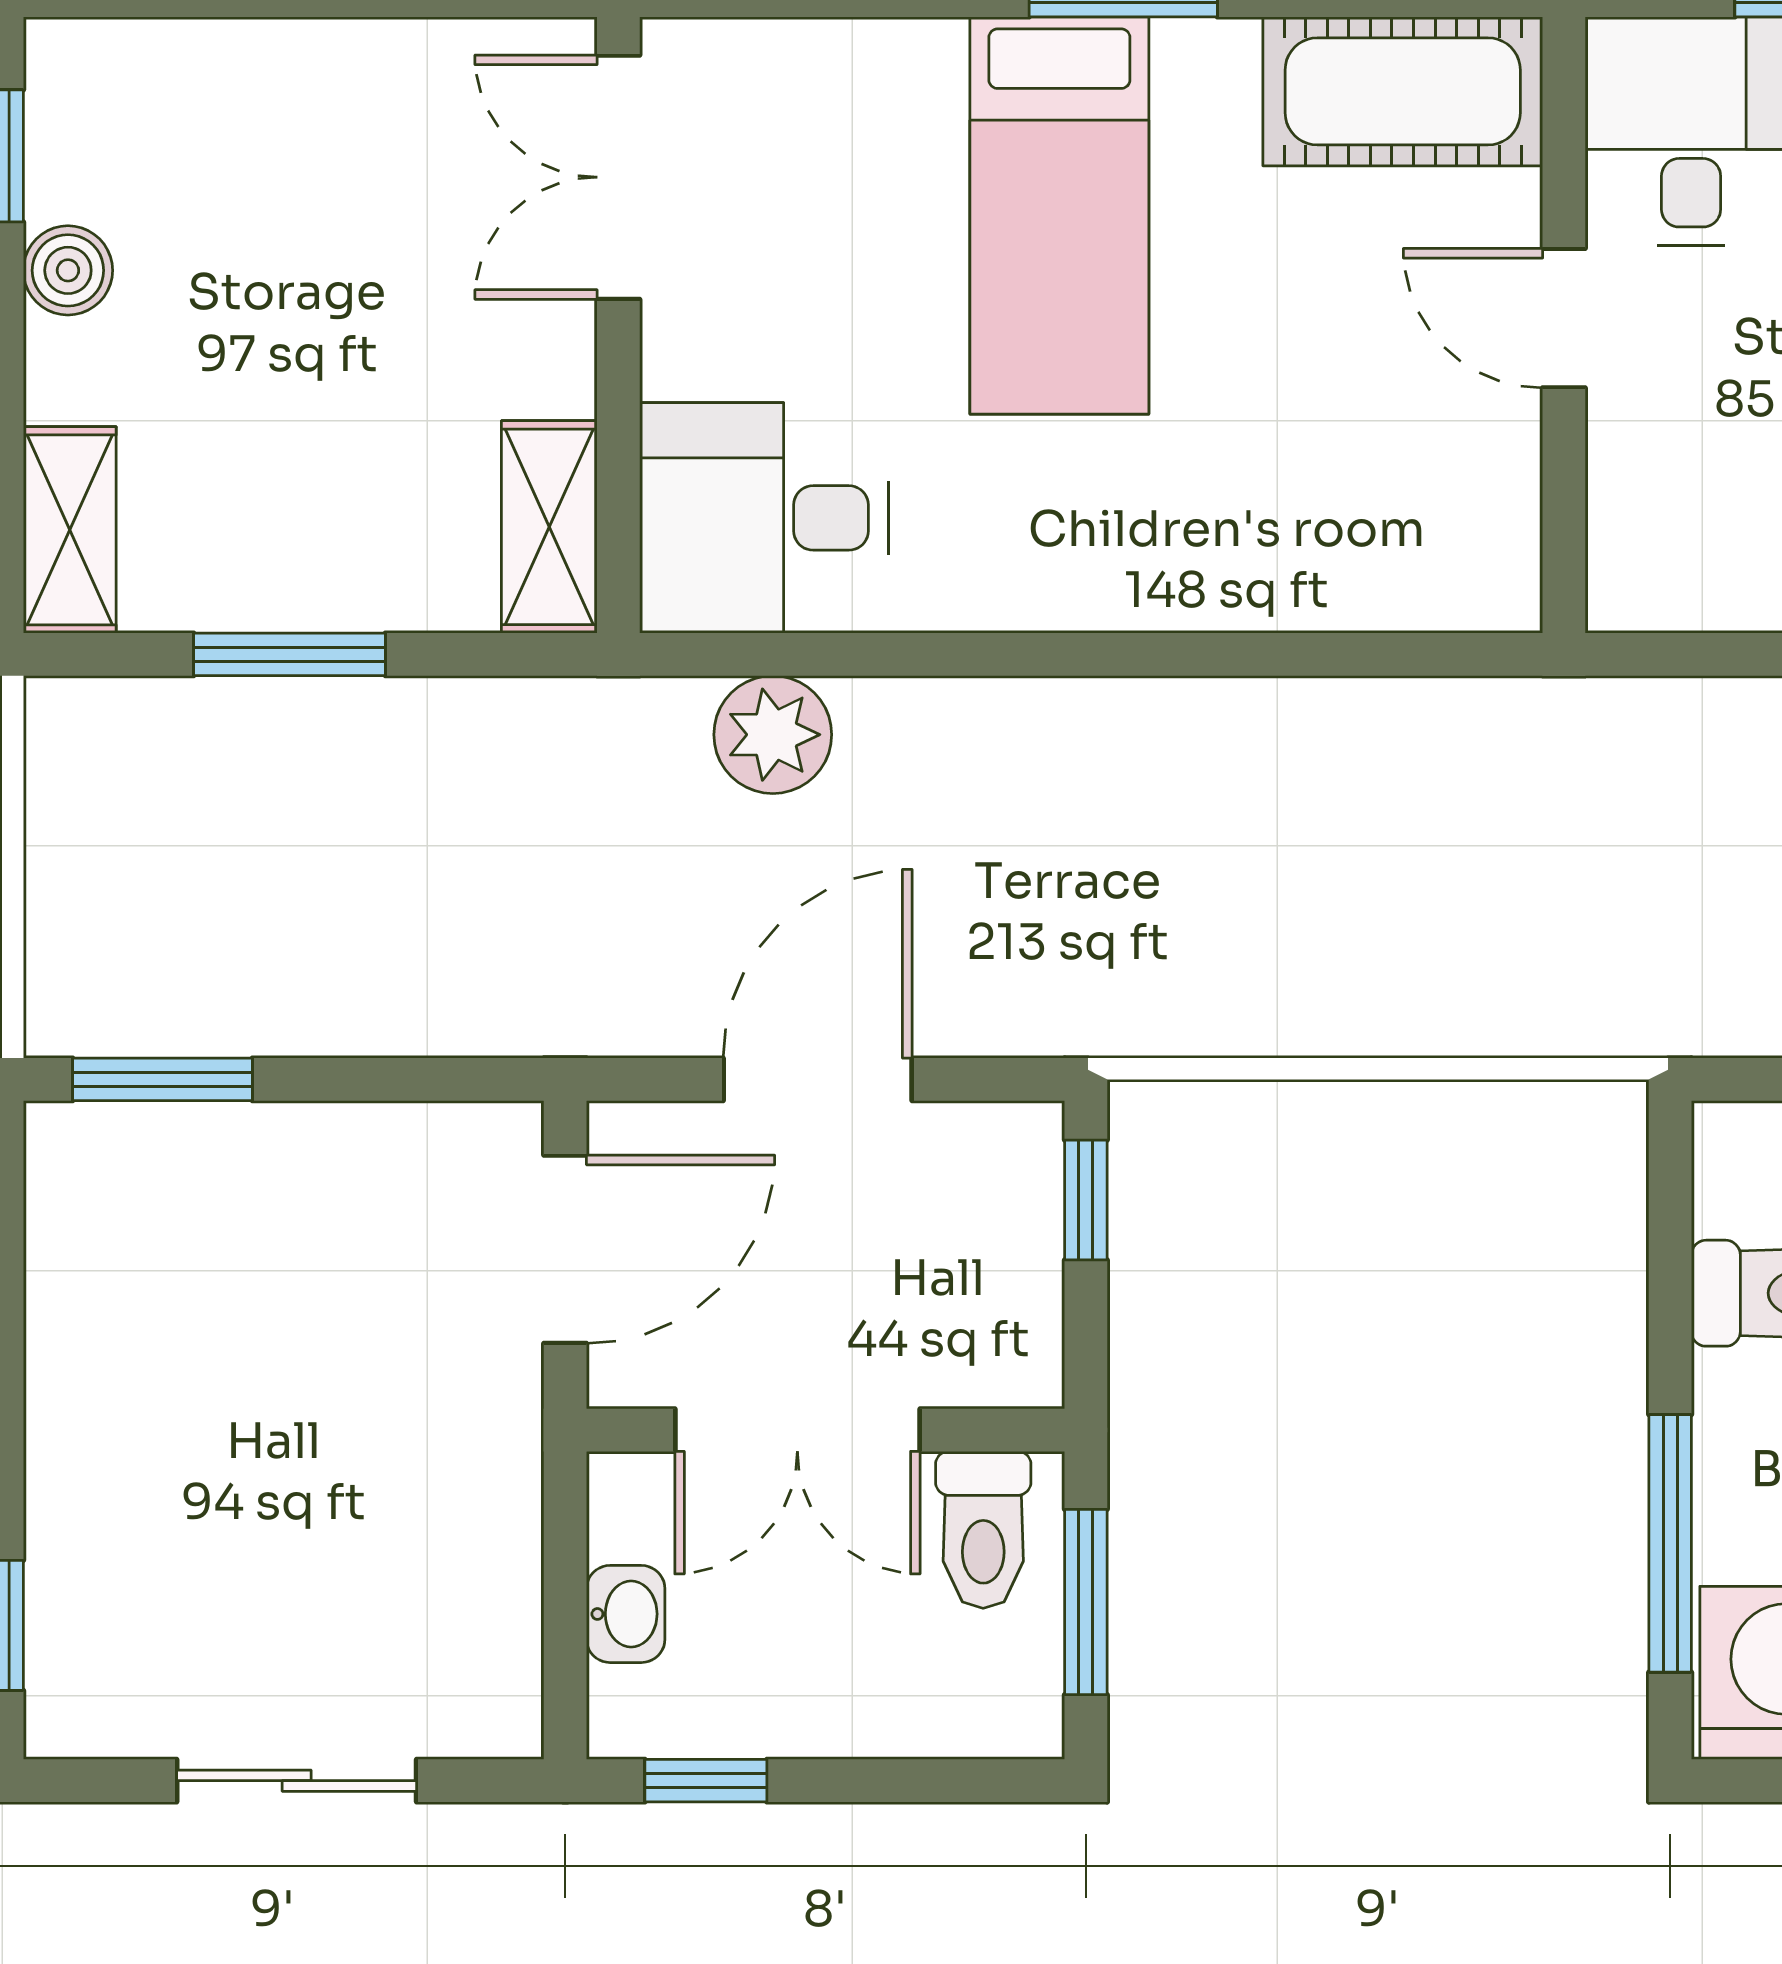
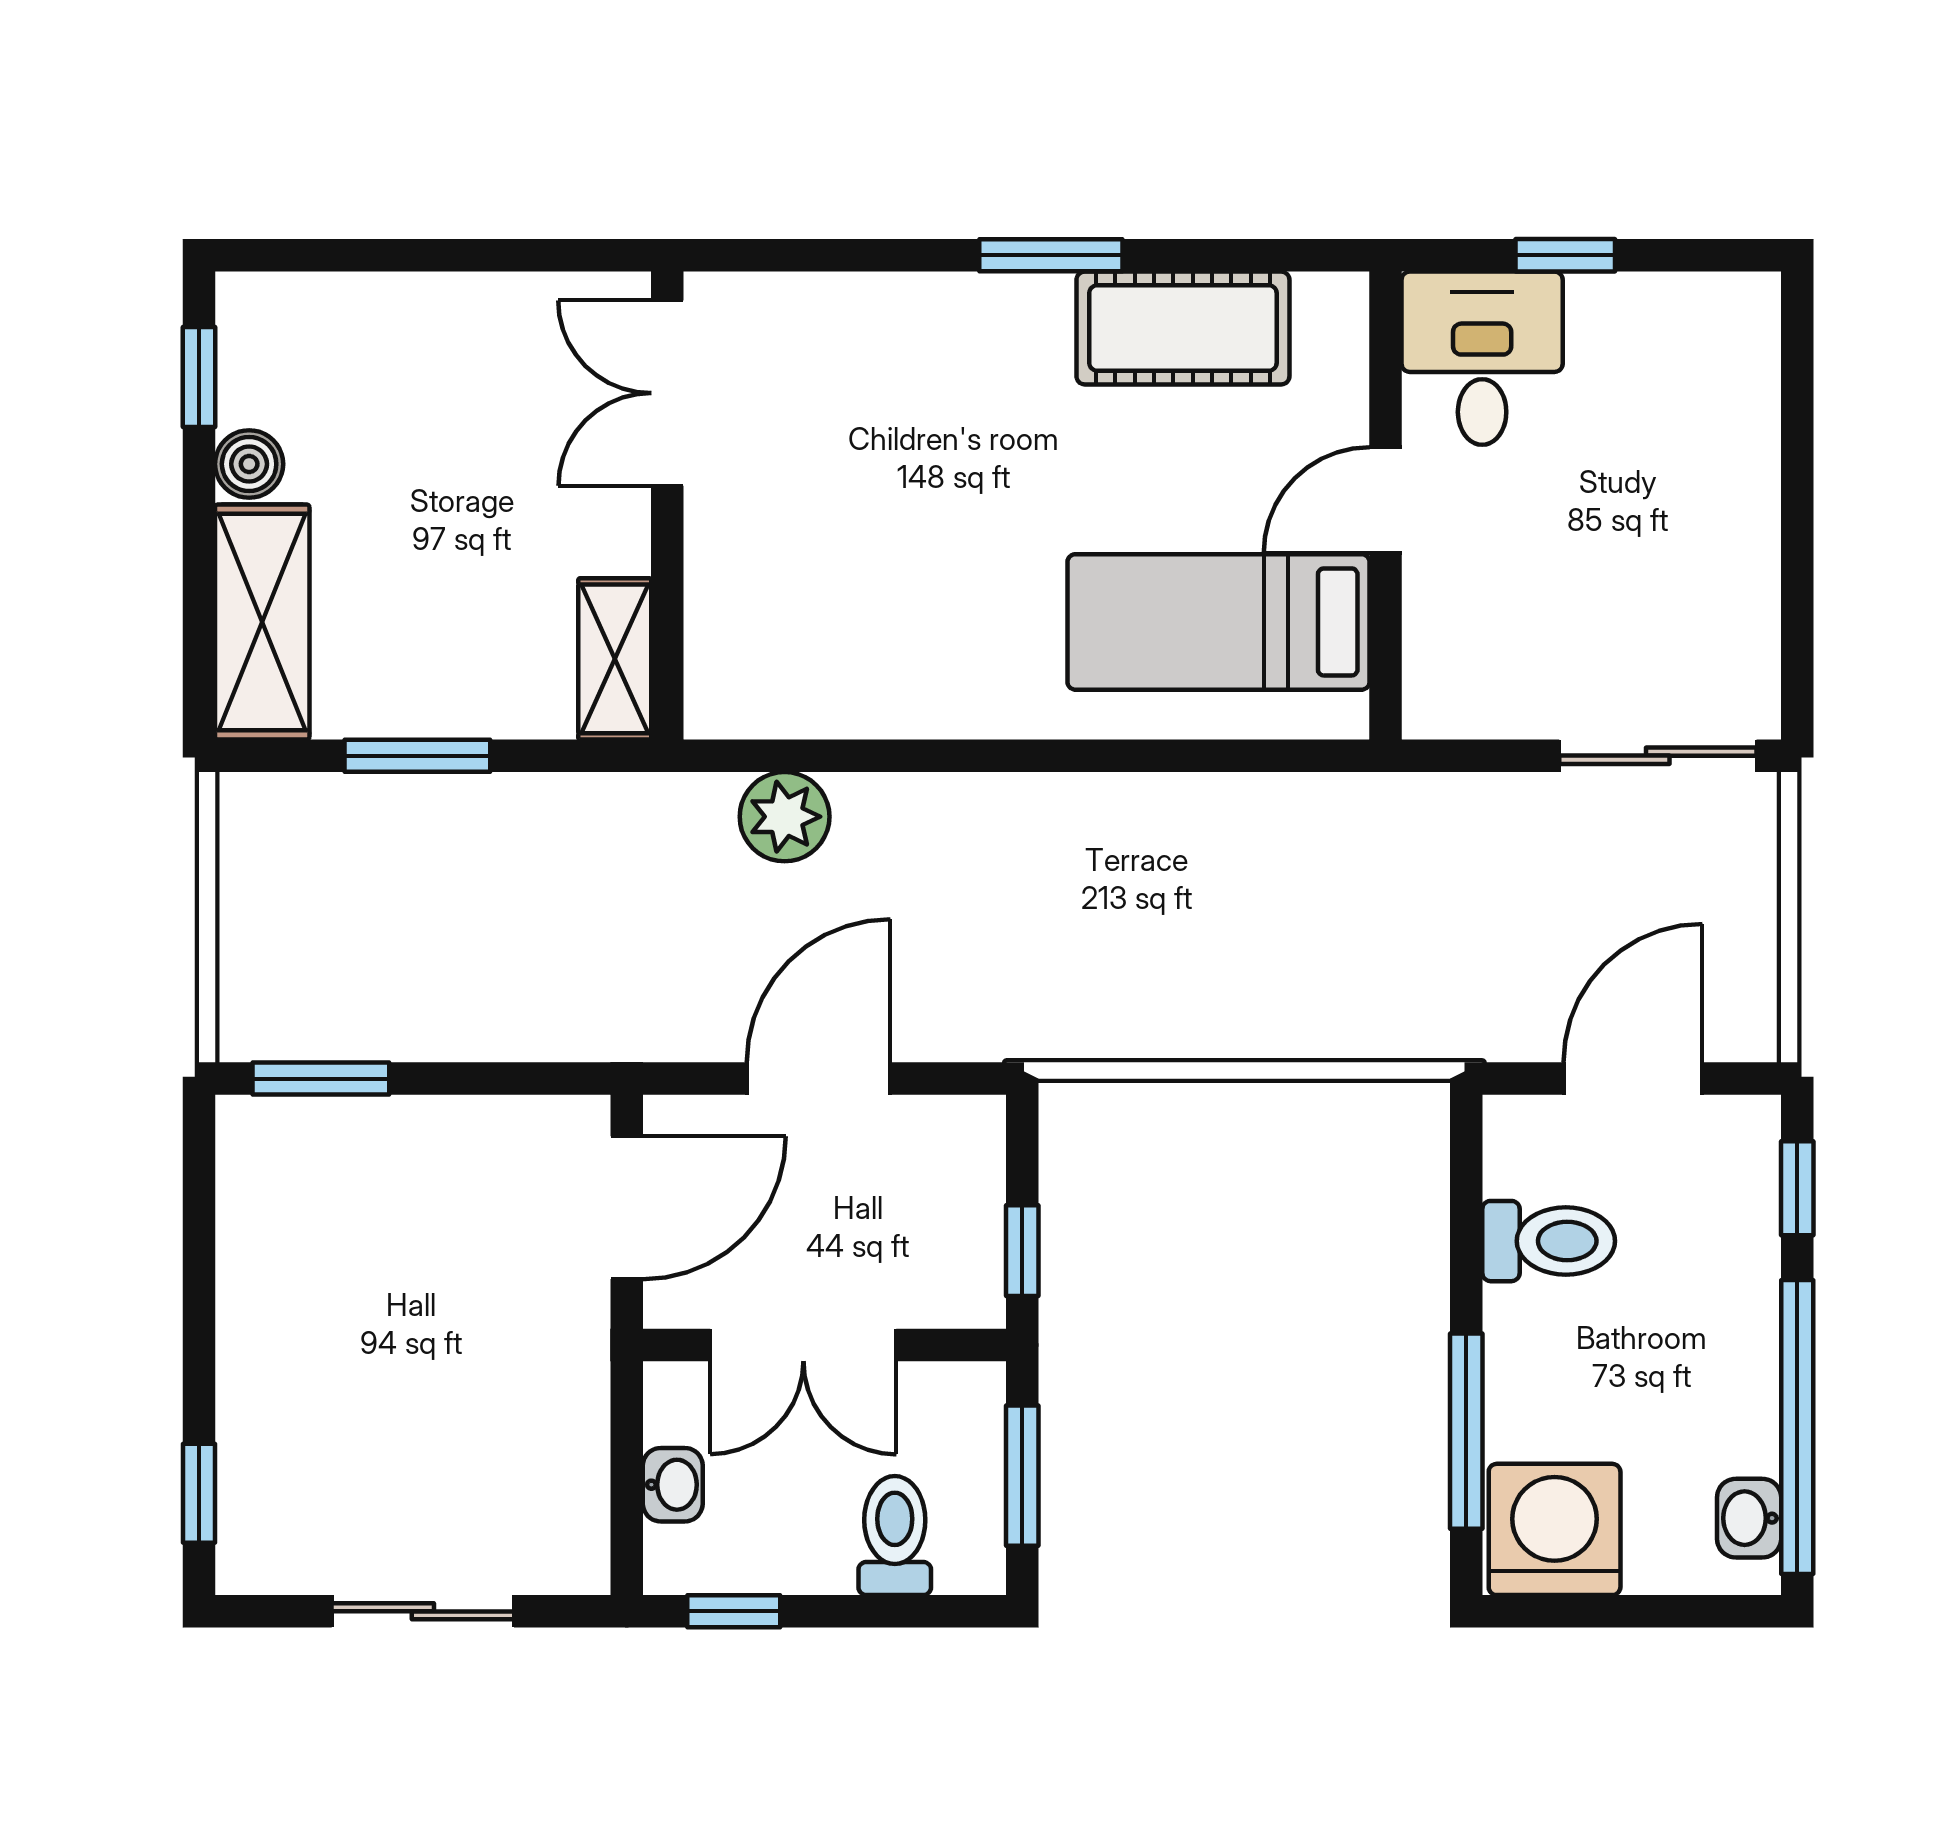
cot: (1403, 91) -> (1183, 328), moved
bed: (1059, 216) -> (1219, 622), moved, turned 90
door: (1564, 318) -> (1386, 500), hinge flipped
desk: (764, 518) -> (778, 652), removed
shelving: (70, 530) -> (262, 622), width x1.50, depth x1.33
window: (1086, 1200) -> (1022, 1251), moved
toilet: (983, 1530) -> (895, 1536), moved, turned 180

